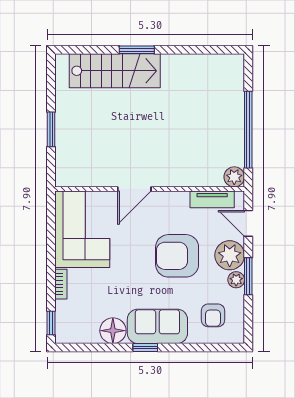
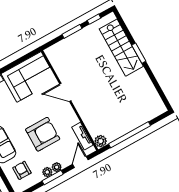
window: (51, 88) -> (94, 19), added
plant: (230, 255) -> (57, 167), width x0.53, depth x0.53
armchair: (177, 256) -> (43, 134), turned 90
armchair: (213, 315) -> (22, 170), turned 90

